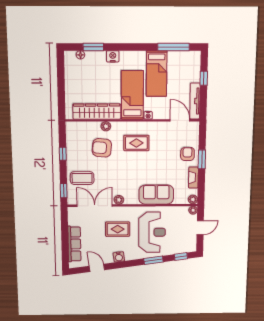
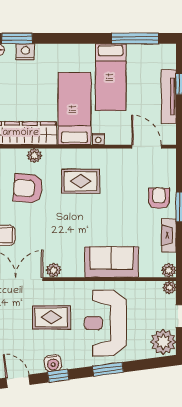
nightstand: (113, 56) -> (25, 52), moved
tv unit: (195, 101) -> (169, 97), moved
reception desk: (152, 232) -> (105, 323), turned 180
plant: (188, 243) -> (163, 342), added
window: (181, 257) -> (58, 376), moved

